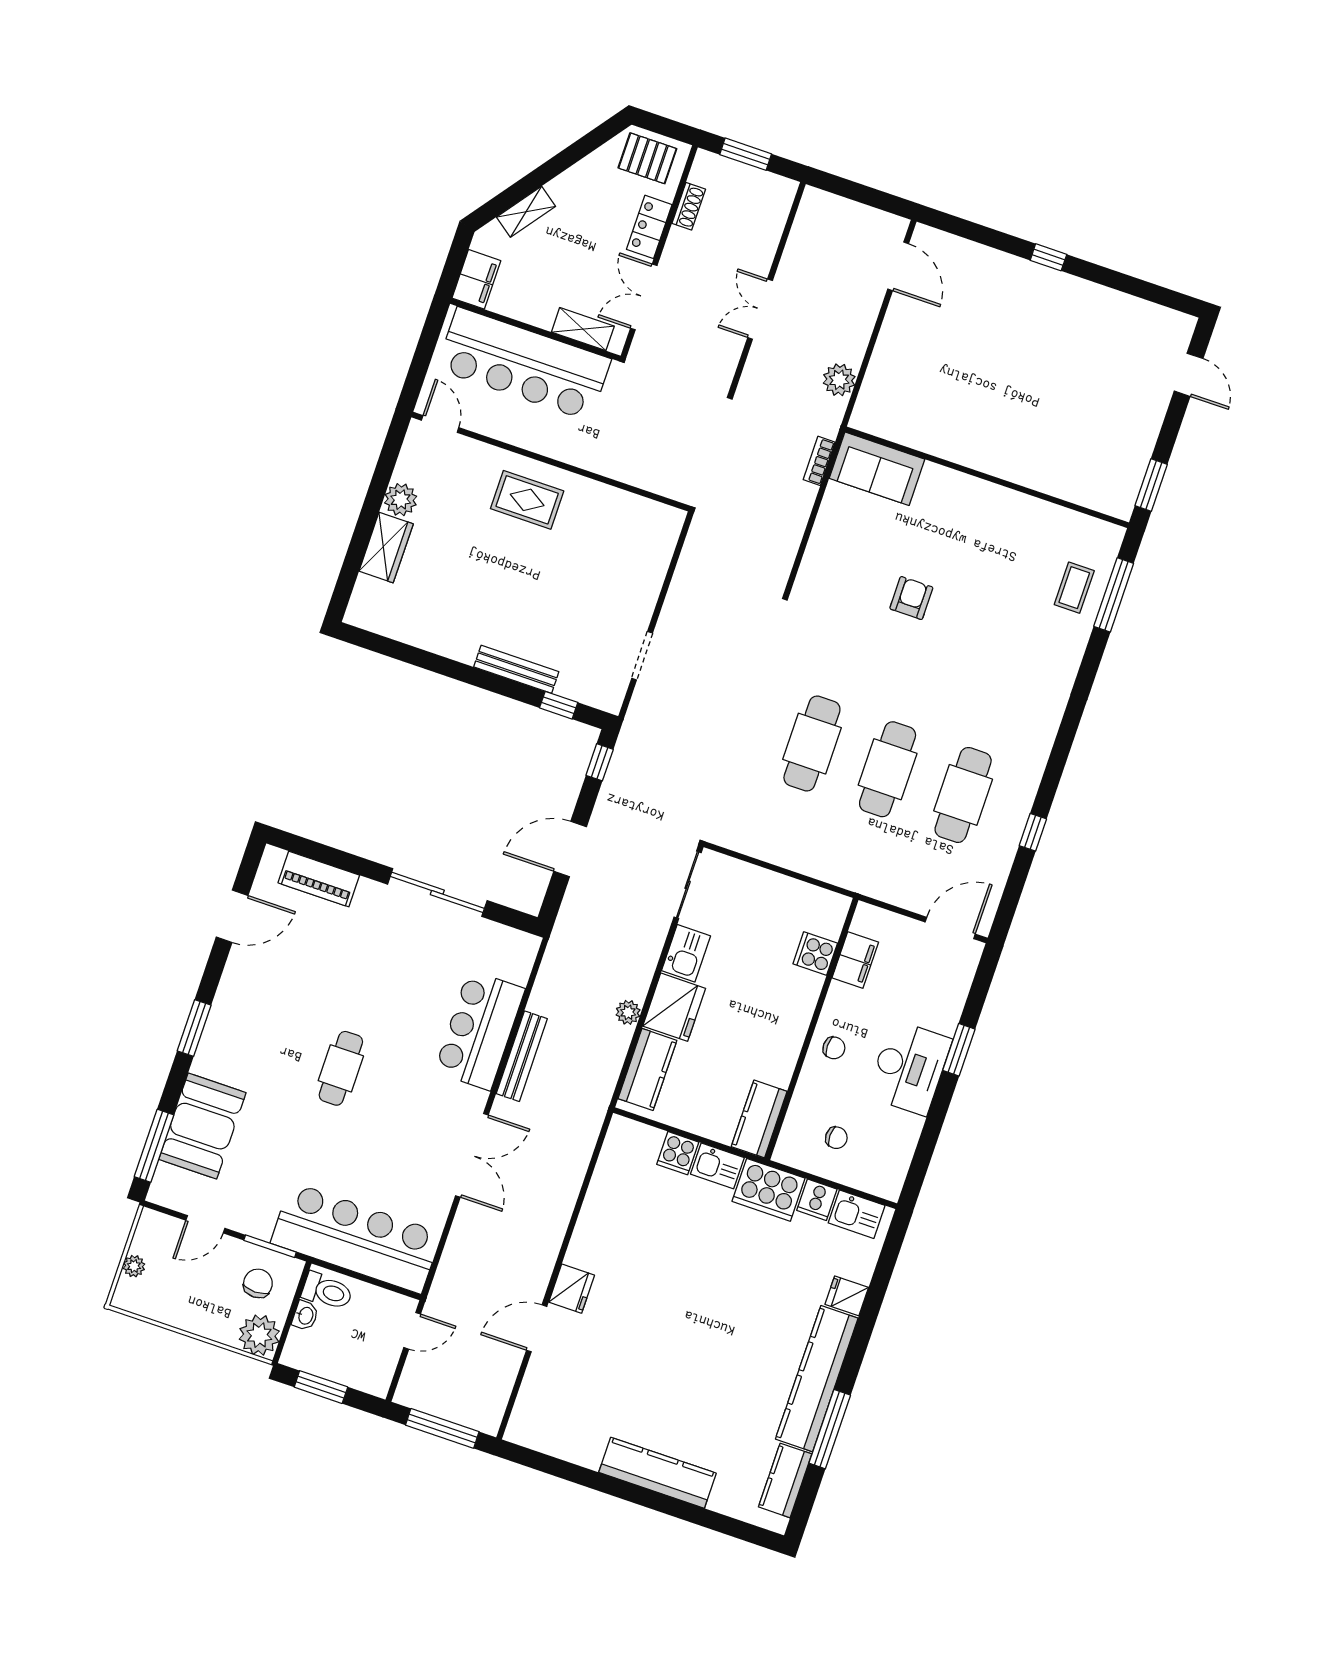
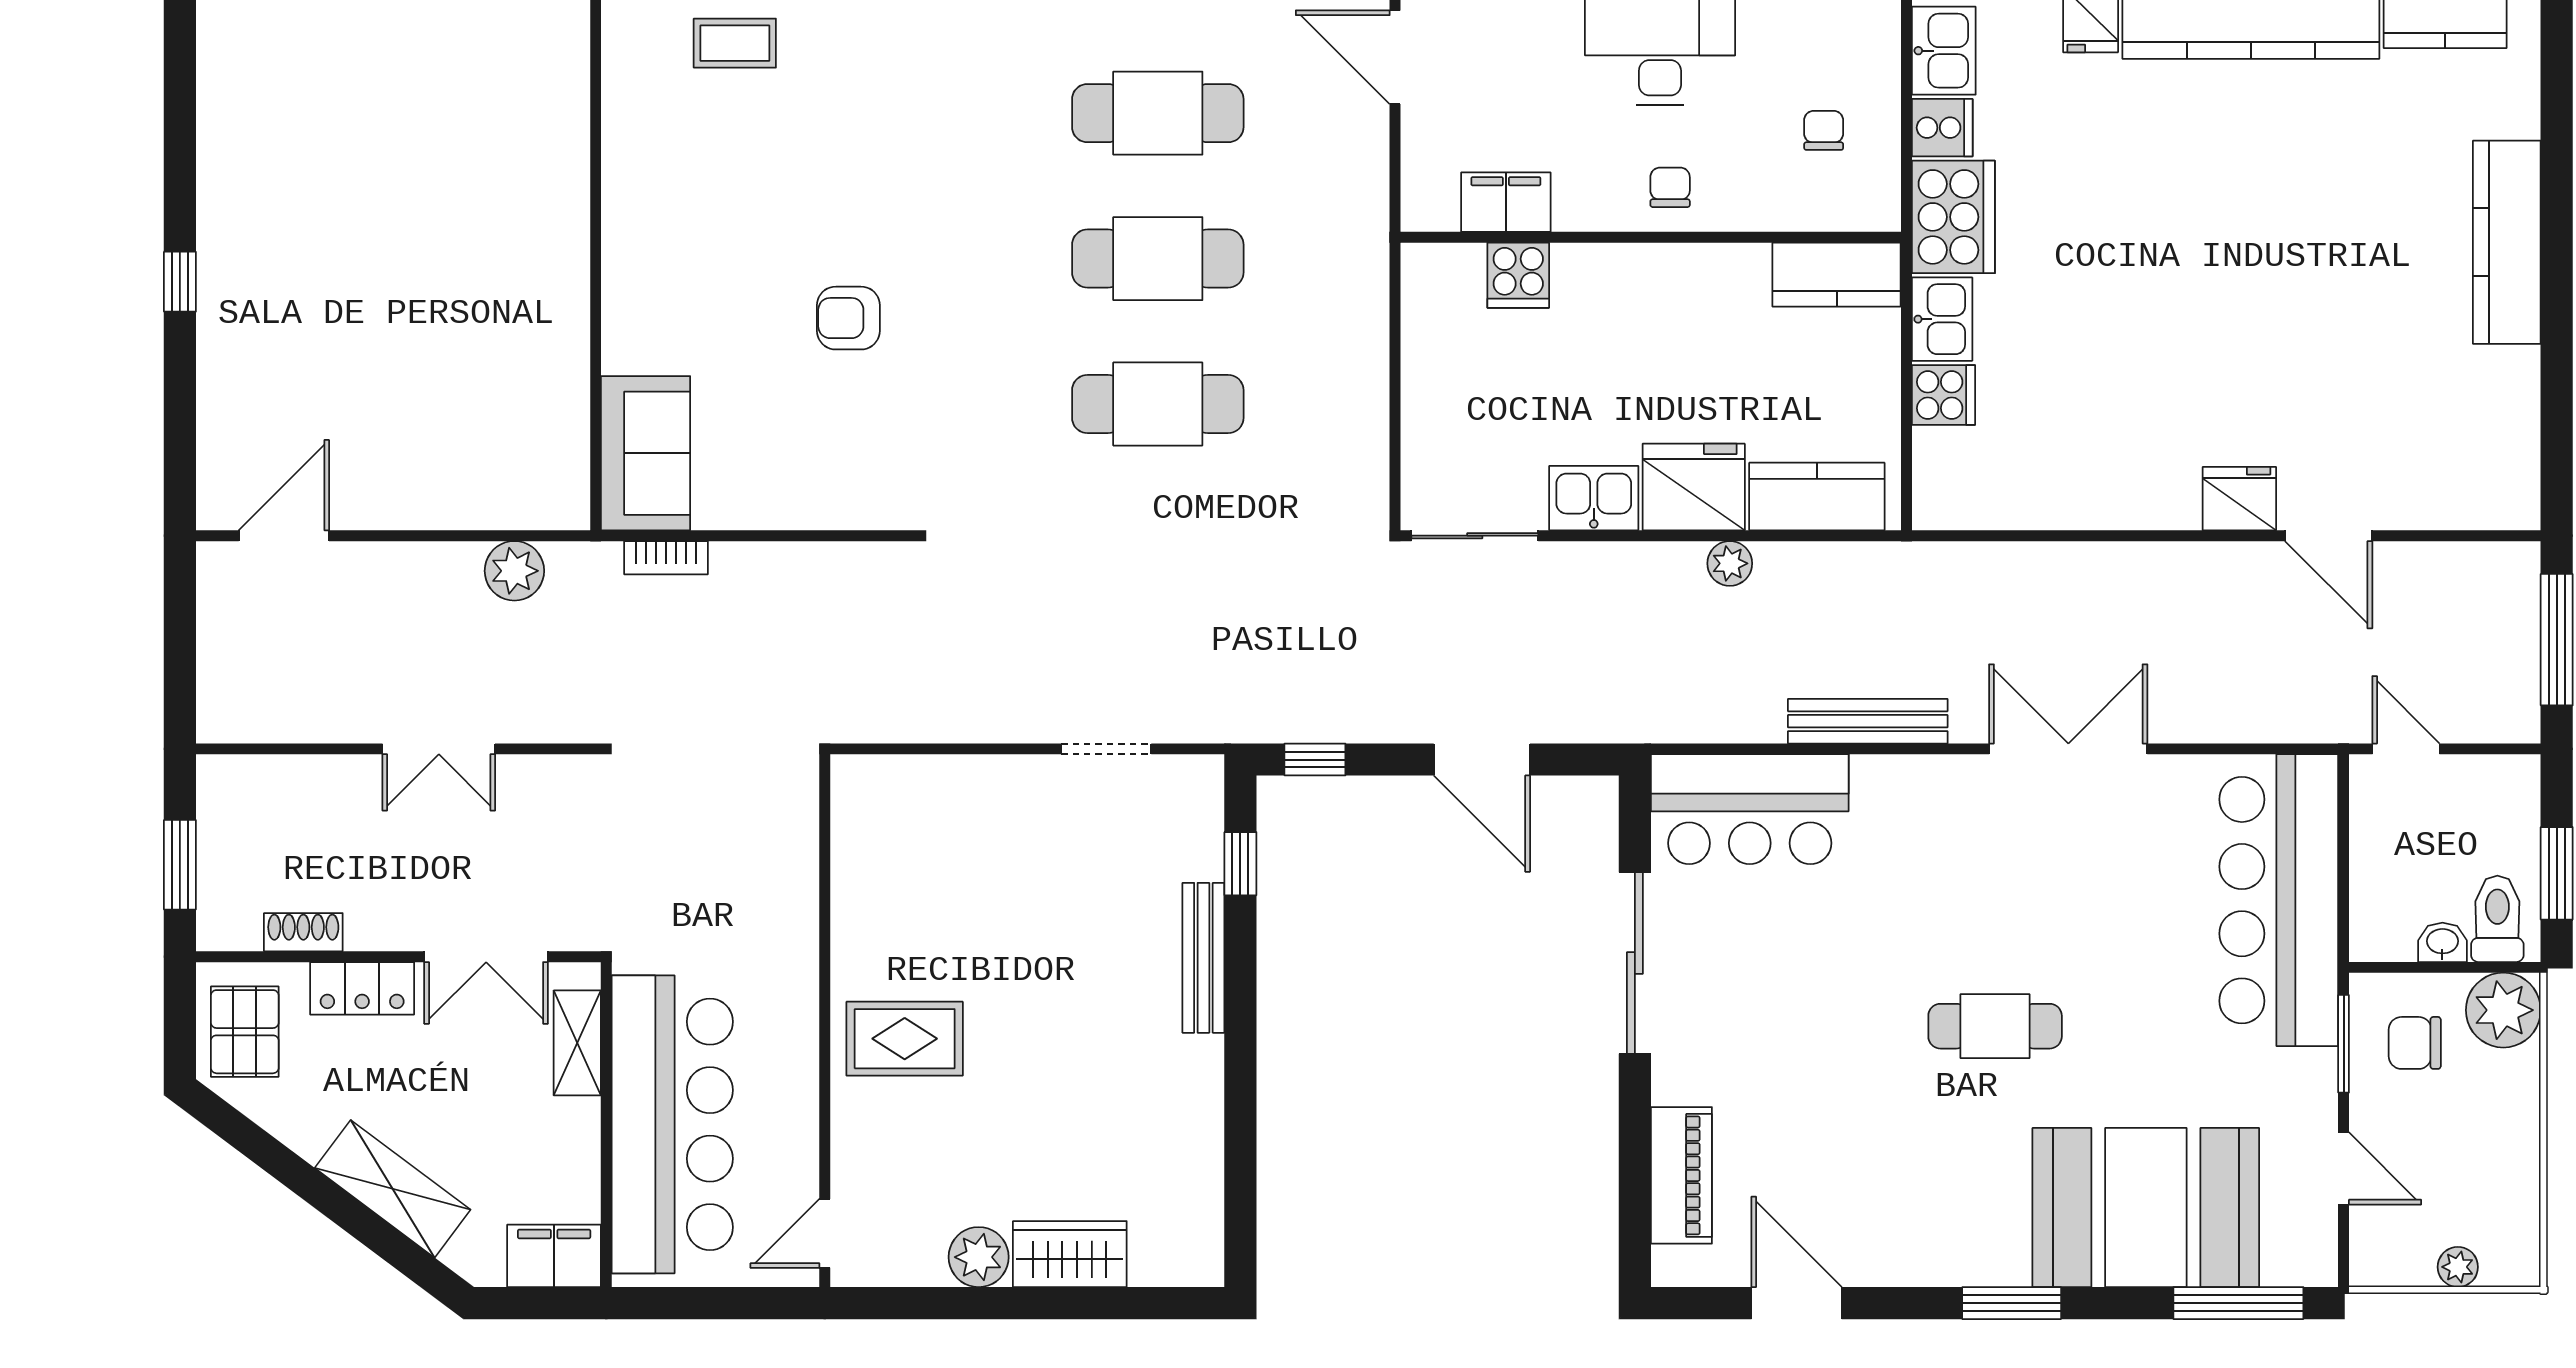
shelving: (526, 212) -> (393, 1189), width x1.50, depth x1.33
rug: (527, 500) -> (905, 1039), turned 90
bar counter: (480, 1030) -> (1750, 809), moved
booth: (202, 1126) -> (2146, 1208), width x1.36, depth x1.42
toilet: (327, 1291) -> (2497, 919), moved

